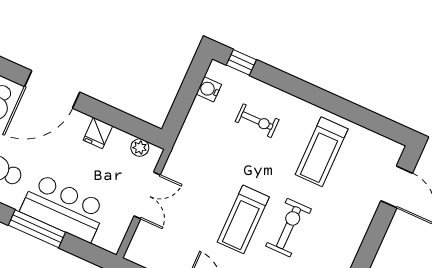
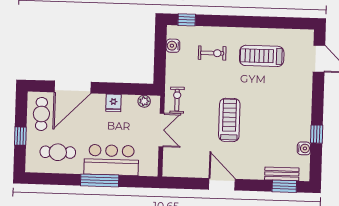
treadmill: (322, 152) -> (262, 56), turned 90
treadmill: (243, 219) -> (229, 120), turned 180
exercise bike: (289, 228) -> (177, 100), moved, width x0.73, depth x0.72

